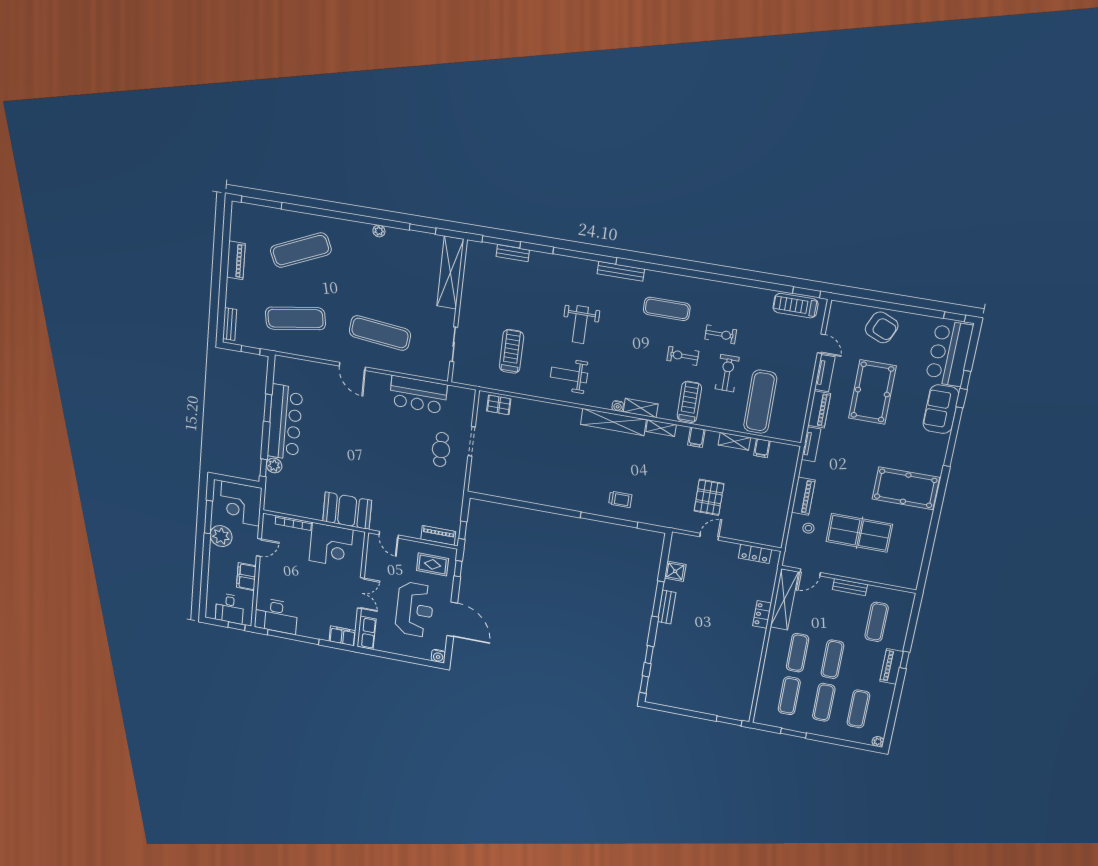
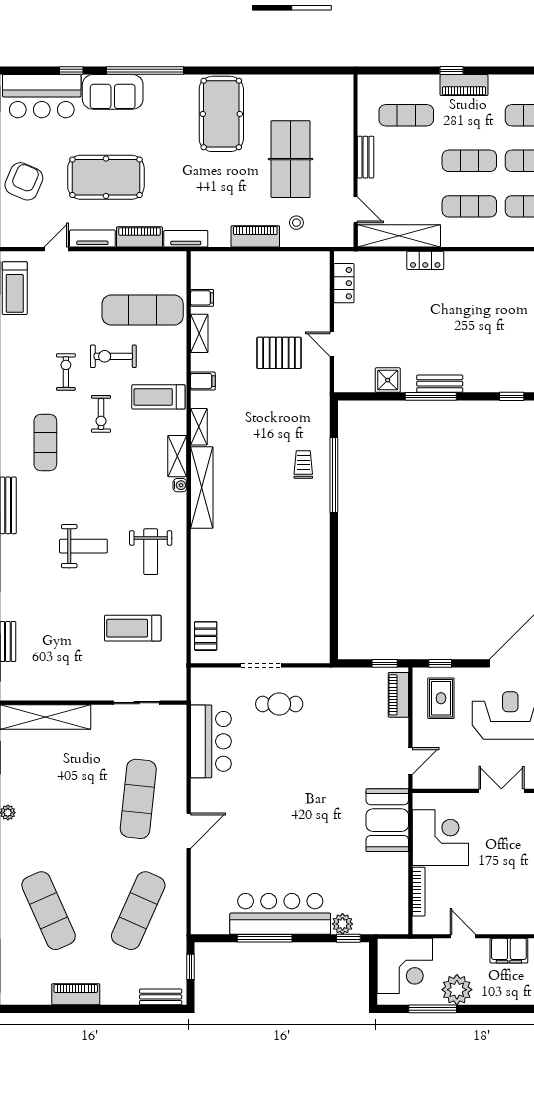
exercise mat: (295, 318) -> (138, 911), turned 33
window: (268, 408) -> (265, 938), width x1.44

